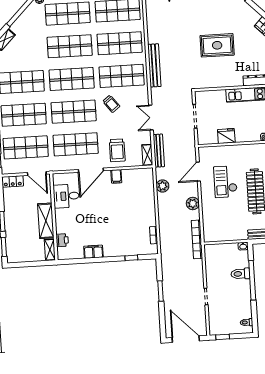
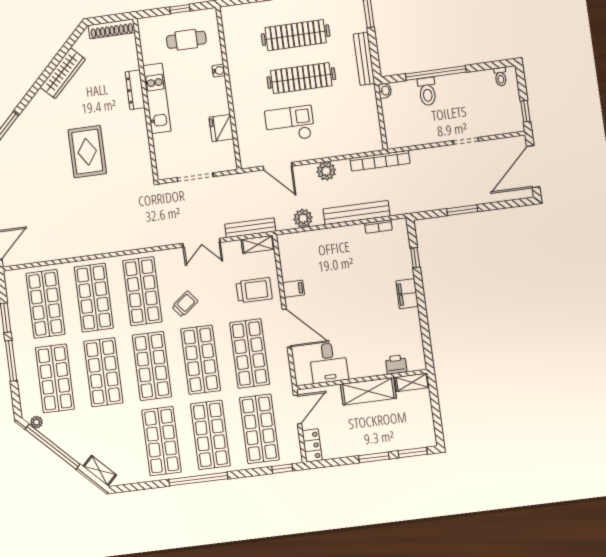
bench: (154, 65) -> (357, 213), moved
checkout: (225, 182) -> (290, 124), turned 180
filing cabinet: (93, 252) -> (407, 294), moved

